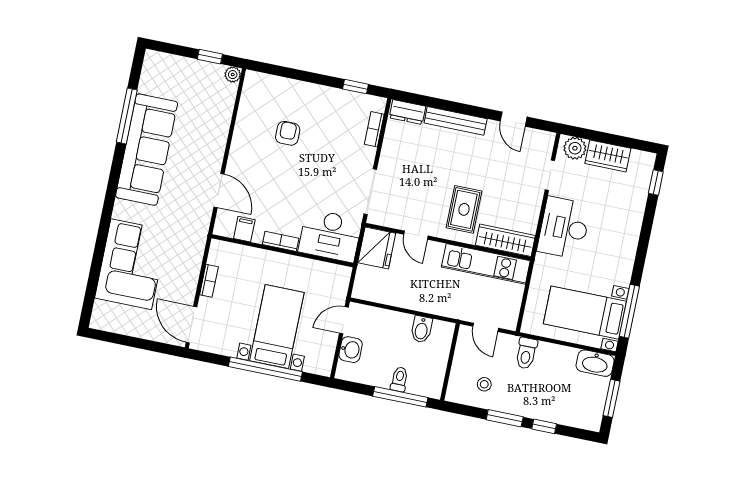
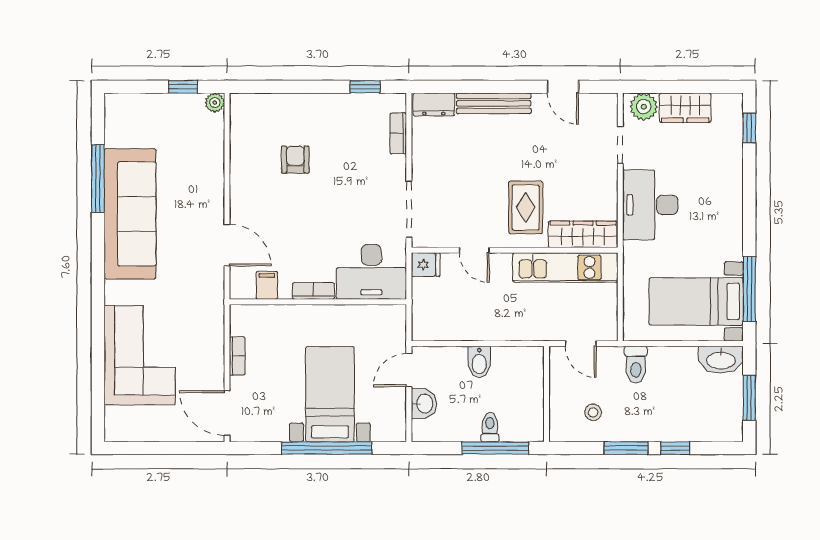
fridge: (377, 248) -> (426, 265), width x0.53, depth x0.75
bidet: (421, 329) -> (479, 362), moved

